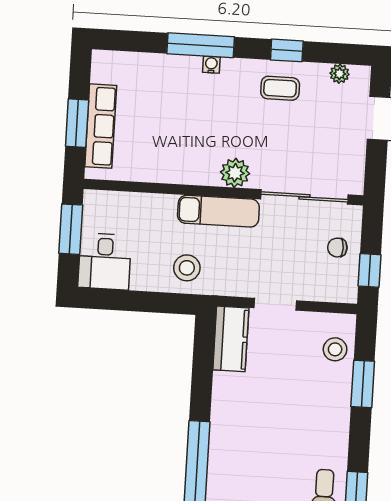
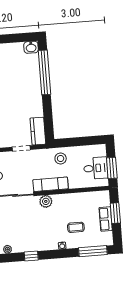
window: (201, 45) -> (93, 251), moved
coffee table: (280, 88) -> (76, 227), moved
row of seats: (101, 126) -> (106, 219), width x0.68
desk: (105, 261) -> (96, 168), moved, turned 90

